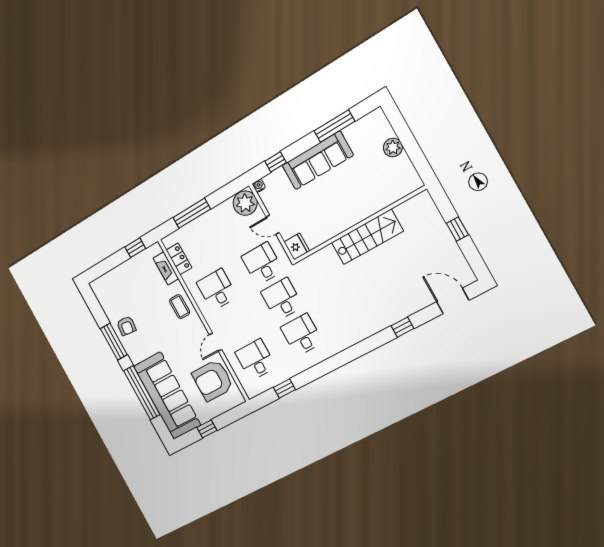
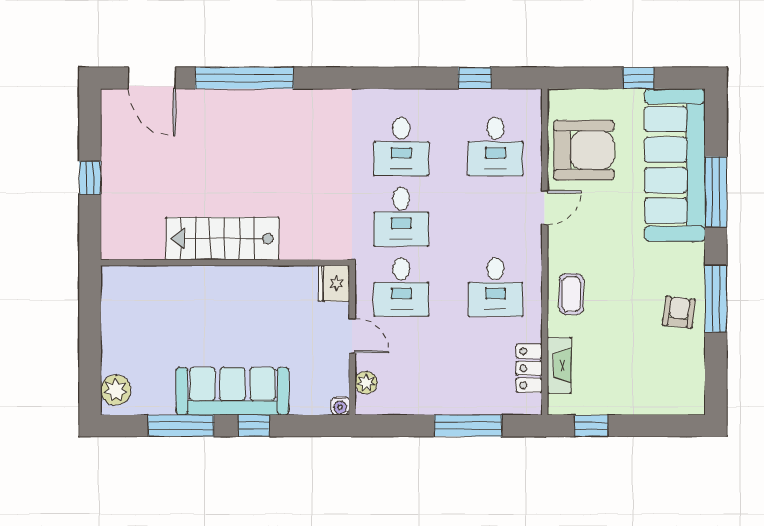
plant: (393, 147) -> (116, 390), moved
window: (276, 162) -> (254, 426), moved
plant: (245, 203) -> (366, 383), width x0.53, depth x0.53
window: (402, 327) -> (244, 78), width x3.17
window: (142, 393) -> (716, 192), width x0.68

